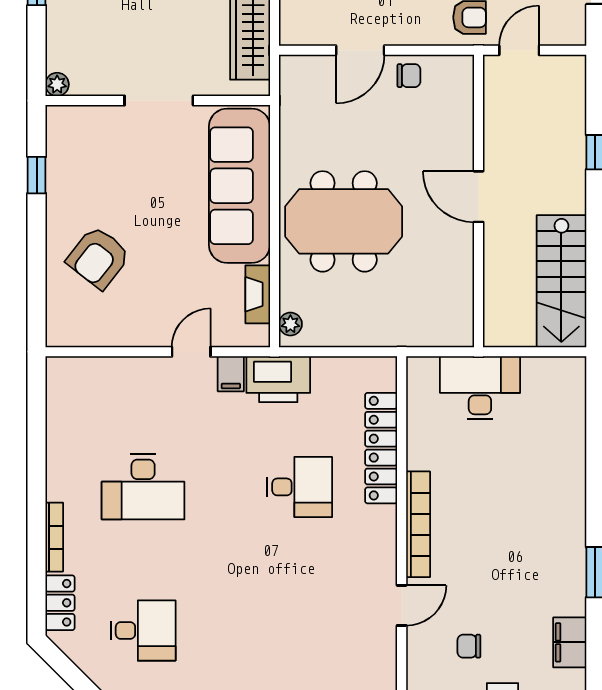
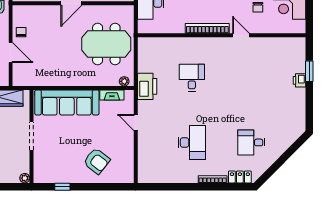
meeting table: (344, 221) -> (106, 44), moved, turned 90
filing cabinet: (231, 374) -> (145, 106), removed
locker: (381, 448) -> (176, 44), removed
desk: (143, 631) -> (251, 142), turned -90

